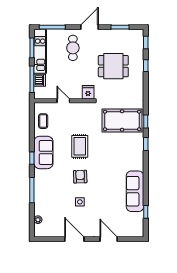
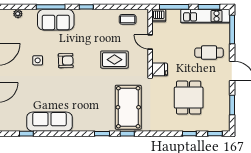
dishwasher: (40, 80) -> (159, 16), moved
door: (63, 101) -> (150, 42), swing flipped
rug: (80, 146) -> (114, 60), moved
sofa: (43, 152) -> (56, 20), moved

